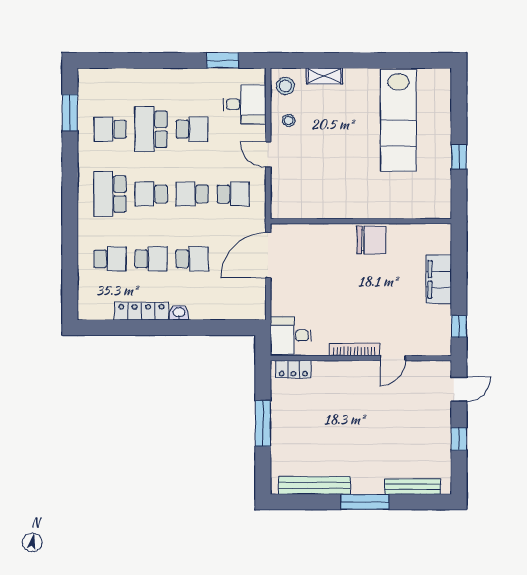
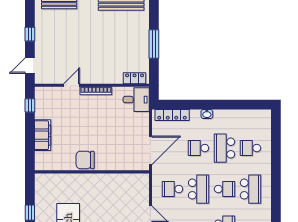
school desk: (192, 194) -> (199, 189), width x1.85
school desk: (151, 259) -> (225, 148), width x1.85
locker: (141, 311) -> (172, 115), moved

